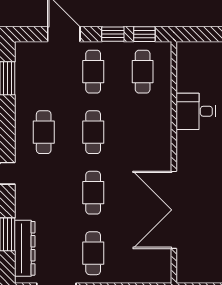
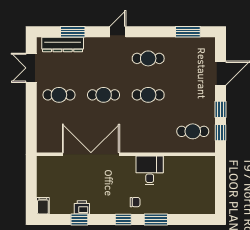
cafe table: (93, 72) -> (193, 95), removed
desk: (196, 111) -> (150, 170), moved

